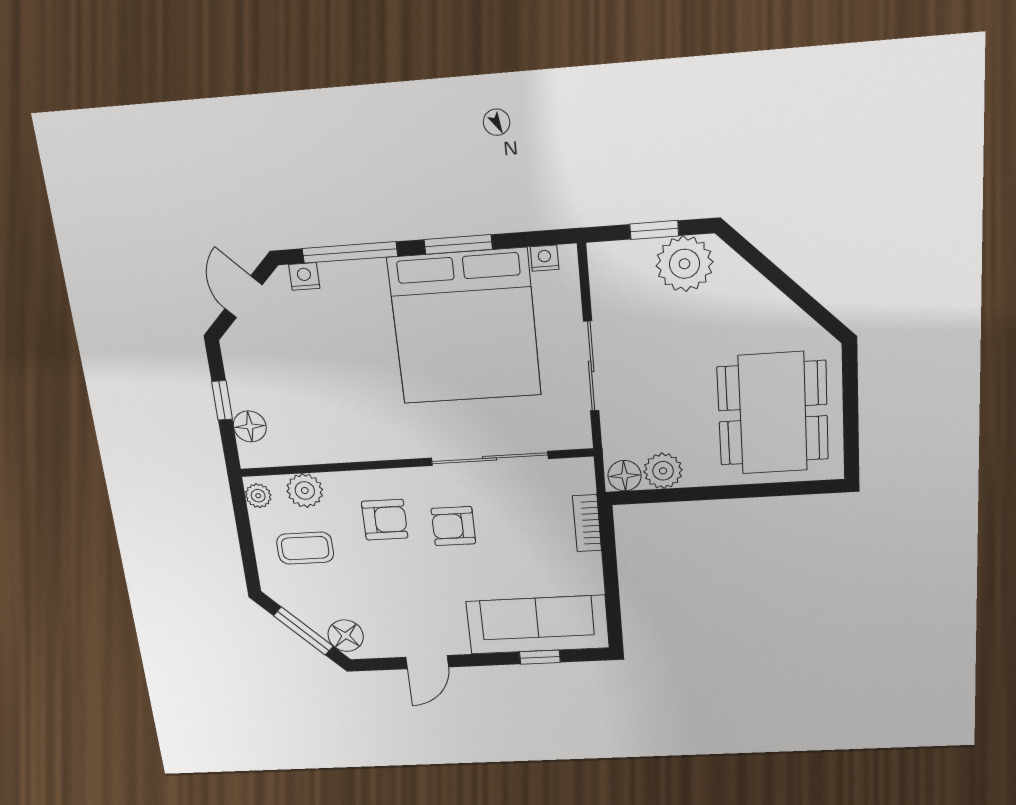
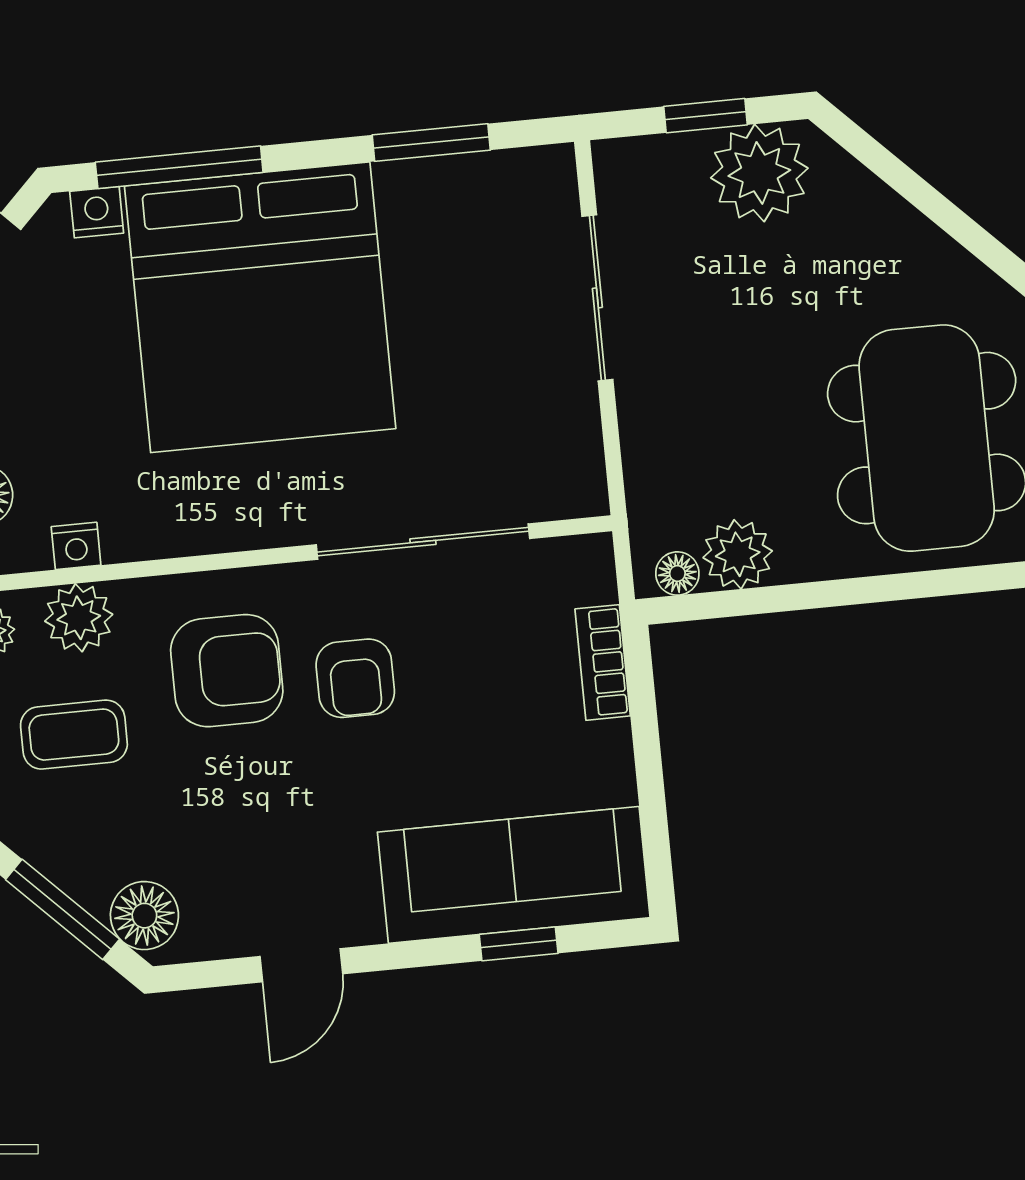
window: (458, 244) -> (431, 143), moved
nightstand: (545, 258) -> (76, 546), moved, turned 180
bed: (465, 327) -> (260, 307), moved
sliding door: (591, 366) -> (597, 298), moved
floor lamp: (625, 476) -> (677, 574), width x0.73, depth x0.73
armchair: (385, 520) -> (227, 671), width x1.38, depth x1.38
armchair: (453, 526) -> (355, 678), turned -90

